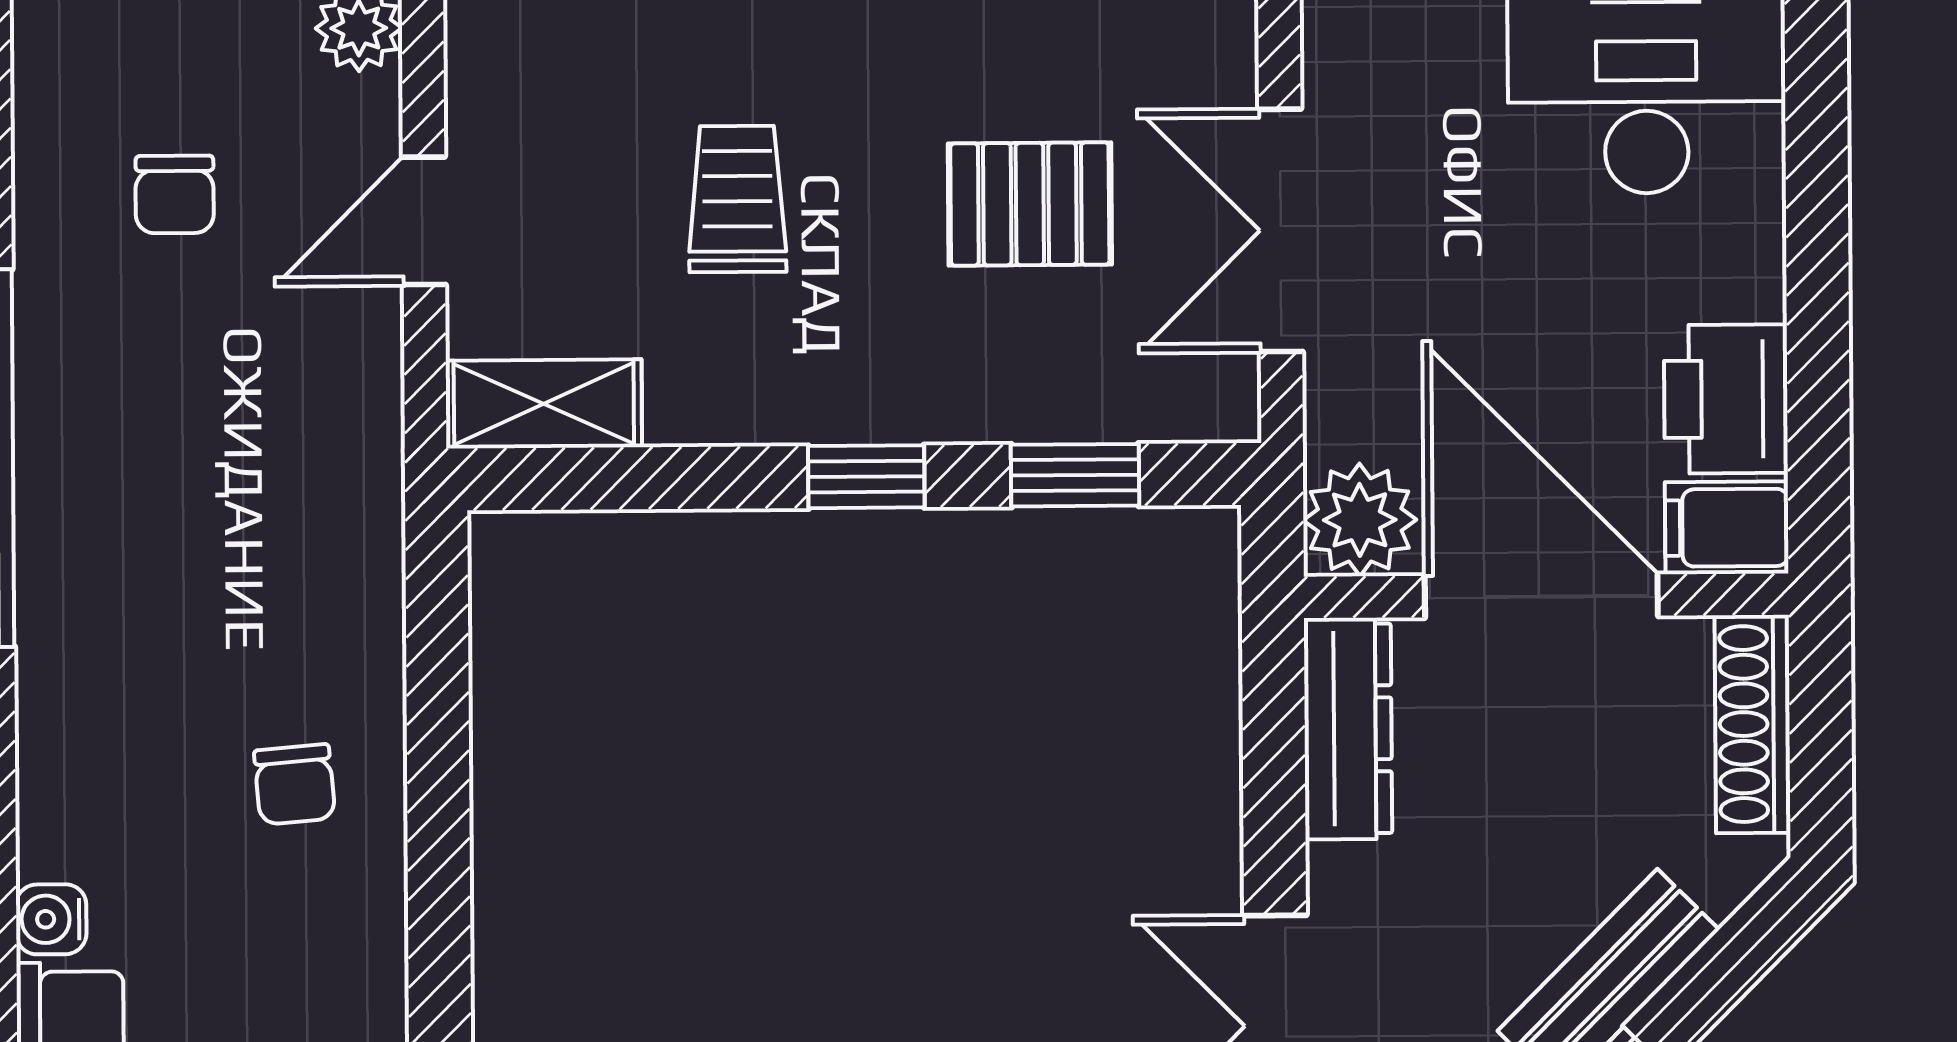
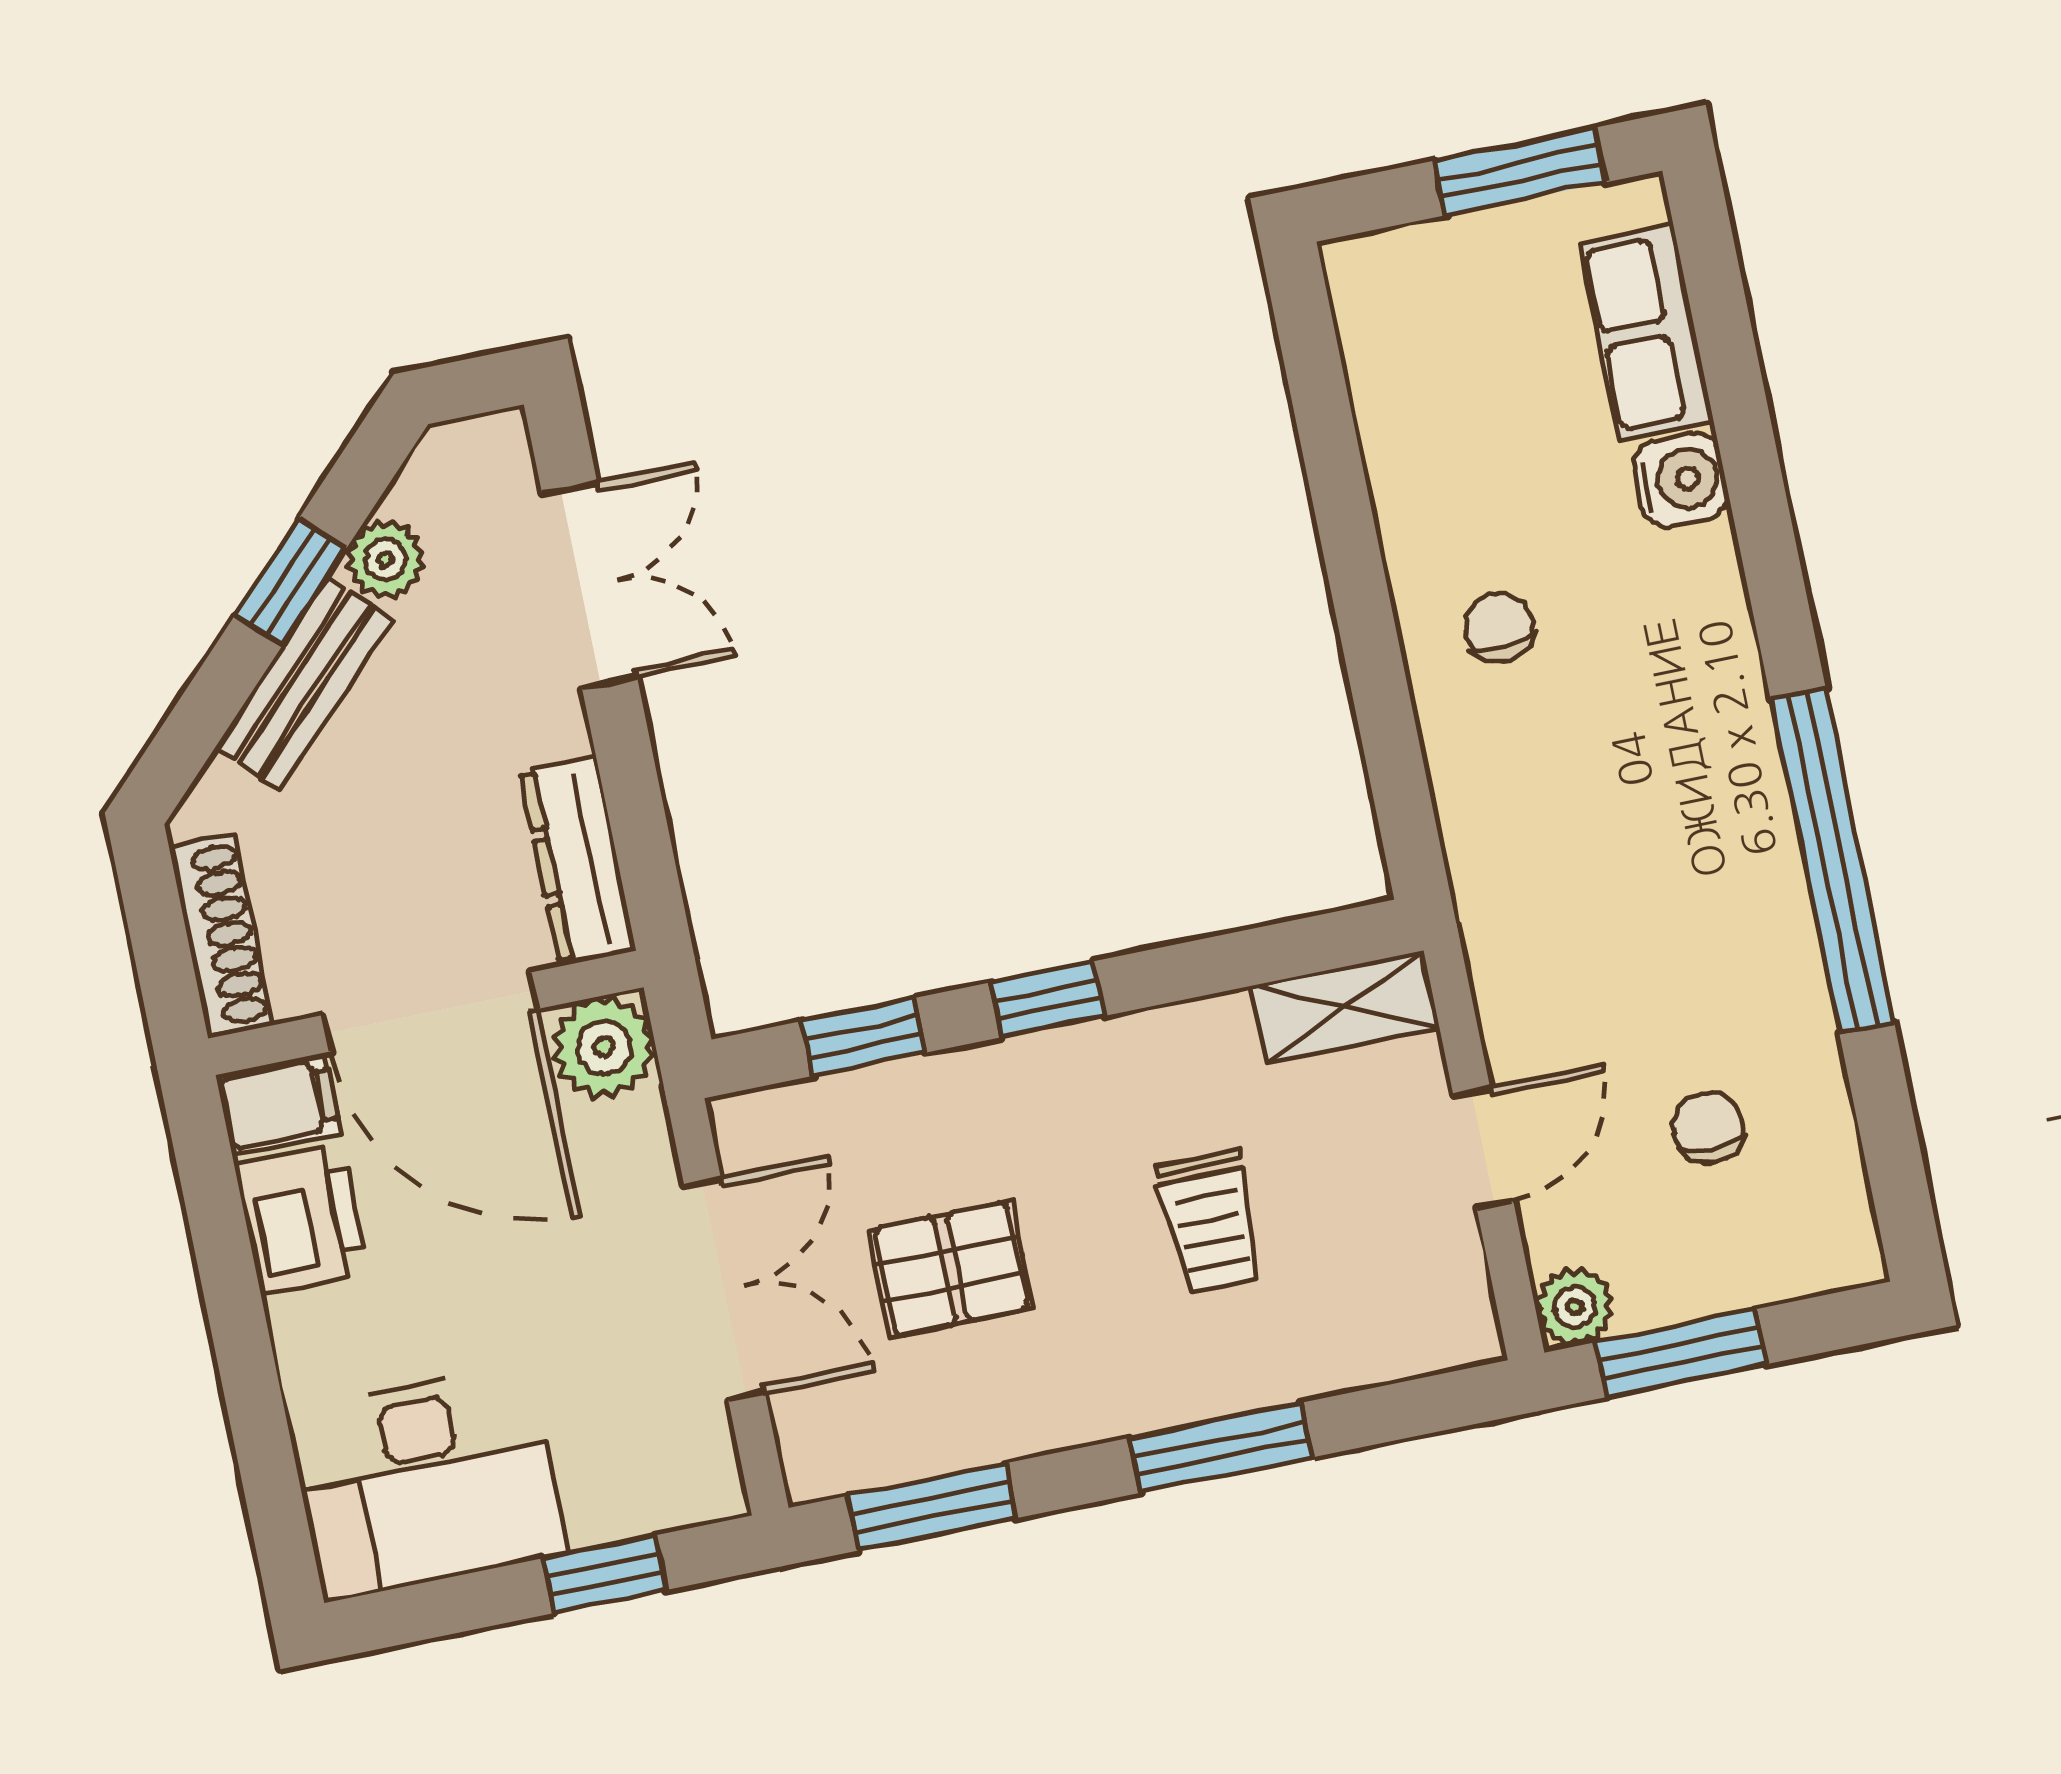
water cooler: (51, 919) -> (1681, 480), width x1.38, depth x1.38

